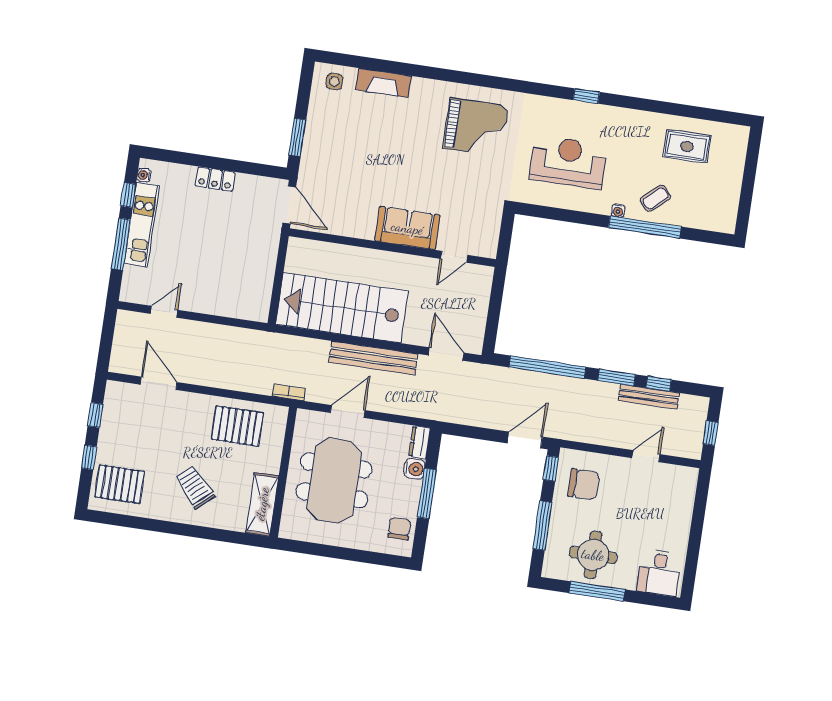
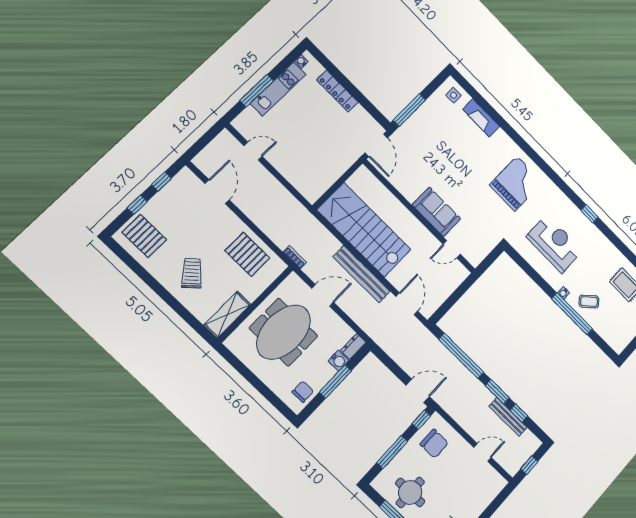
grand piano: (476, 127) -> (516, 184), turned -90
window: (297, 137) -> (409, 110), width x1.44
locker: (215, 179) -> (337, 91), width x1.53
window: (128, 195) -> (283, 65), removed

